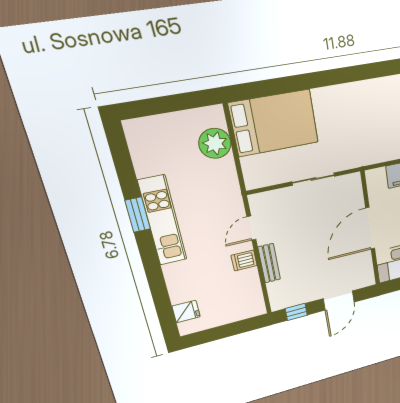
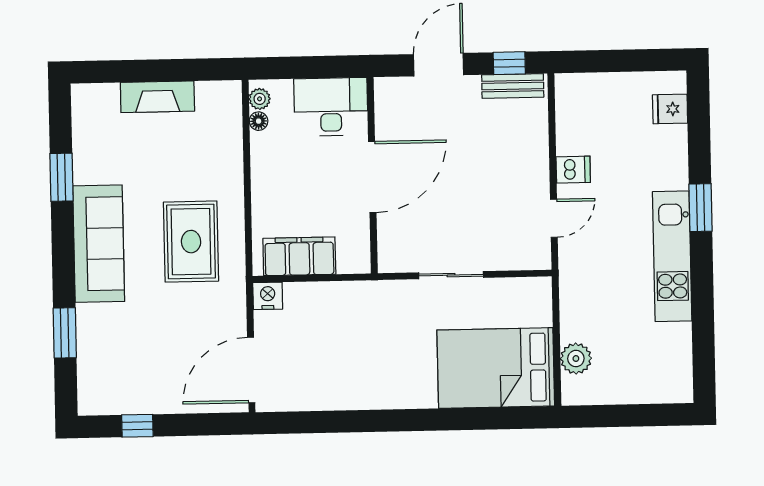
plant: (215, 143) -> (576, 359), width x0.73, depth x0.73
window: (138, 215) -> (701, 208), moved
bench: (269, 263) -> (513, 86), moved, turned 90

